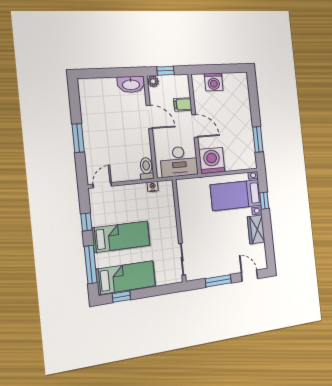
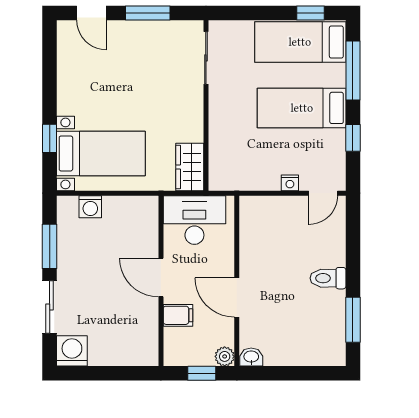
washing machine: (214, 82) -> (72, 351), moved
washbasin: (131, 84) -> (251, 357), width x0.52, depth x0.69
sliding door: (254, 105) -> (50, 307), added
window: (78, 138) -> (353, 320), moved
washing machine: (212, 161) -> (90, 207), moved, width x0.53, depth x0.53
toilet: (146, 168) -> (328, 278), moved, turned 90
nightstand: (153, 187) -> (290, 183), moved
wardrobe: (256, 229) -> (190, 167), moved, turned 180

